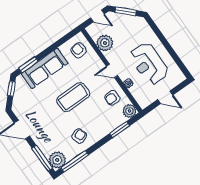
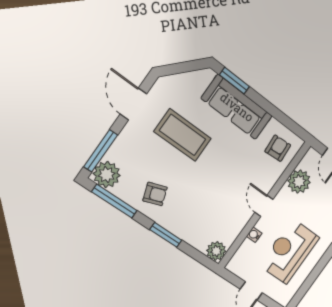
window: (11, 89) -> (190, 66), removed
coffee table: (73, 97) -> (183, 135), moved
armchair: (112, 98) -> (227, 220), removed
window: (120, 130) -> (166, 235), moved

